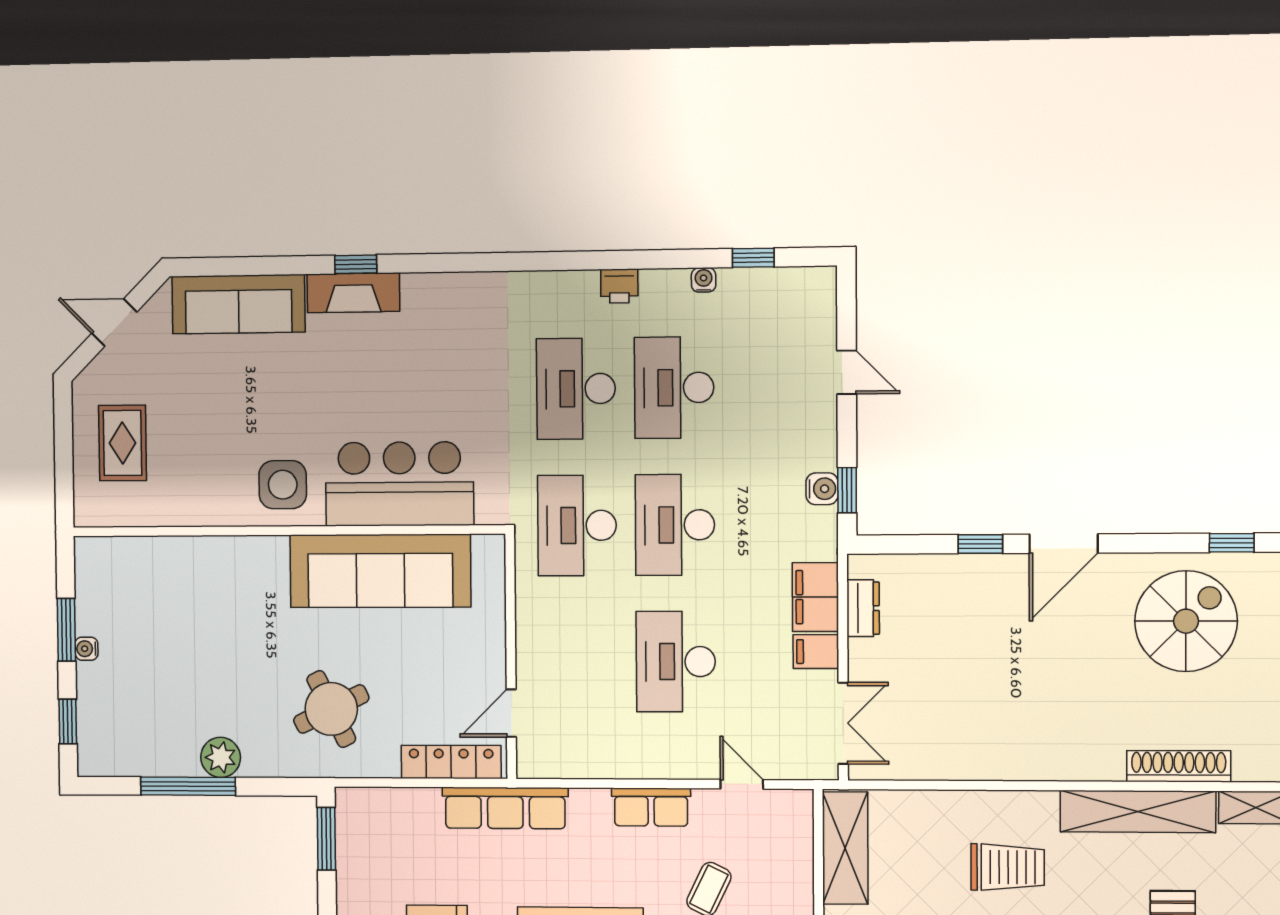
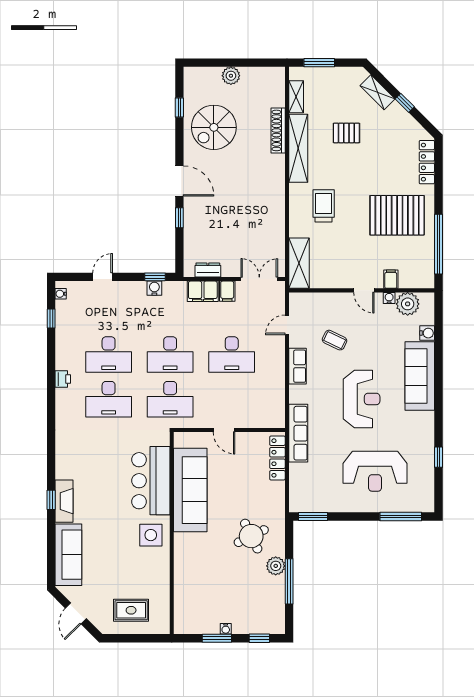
water cooler: (704, 280) -> (61, 294), moved
spiral stairs: (1186, 621) -> (214, 127), turned -90
round table: (331, 709) -> (251, 536), moved
door: (511, 713) -> (224, 430), moved
shelving: (845, 848) -> (299, 263), moved, turned 90

